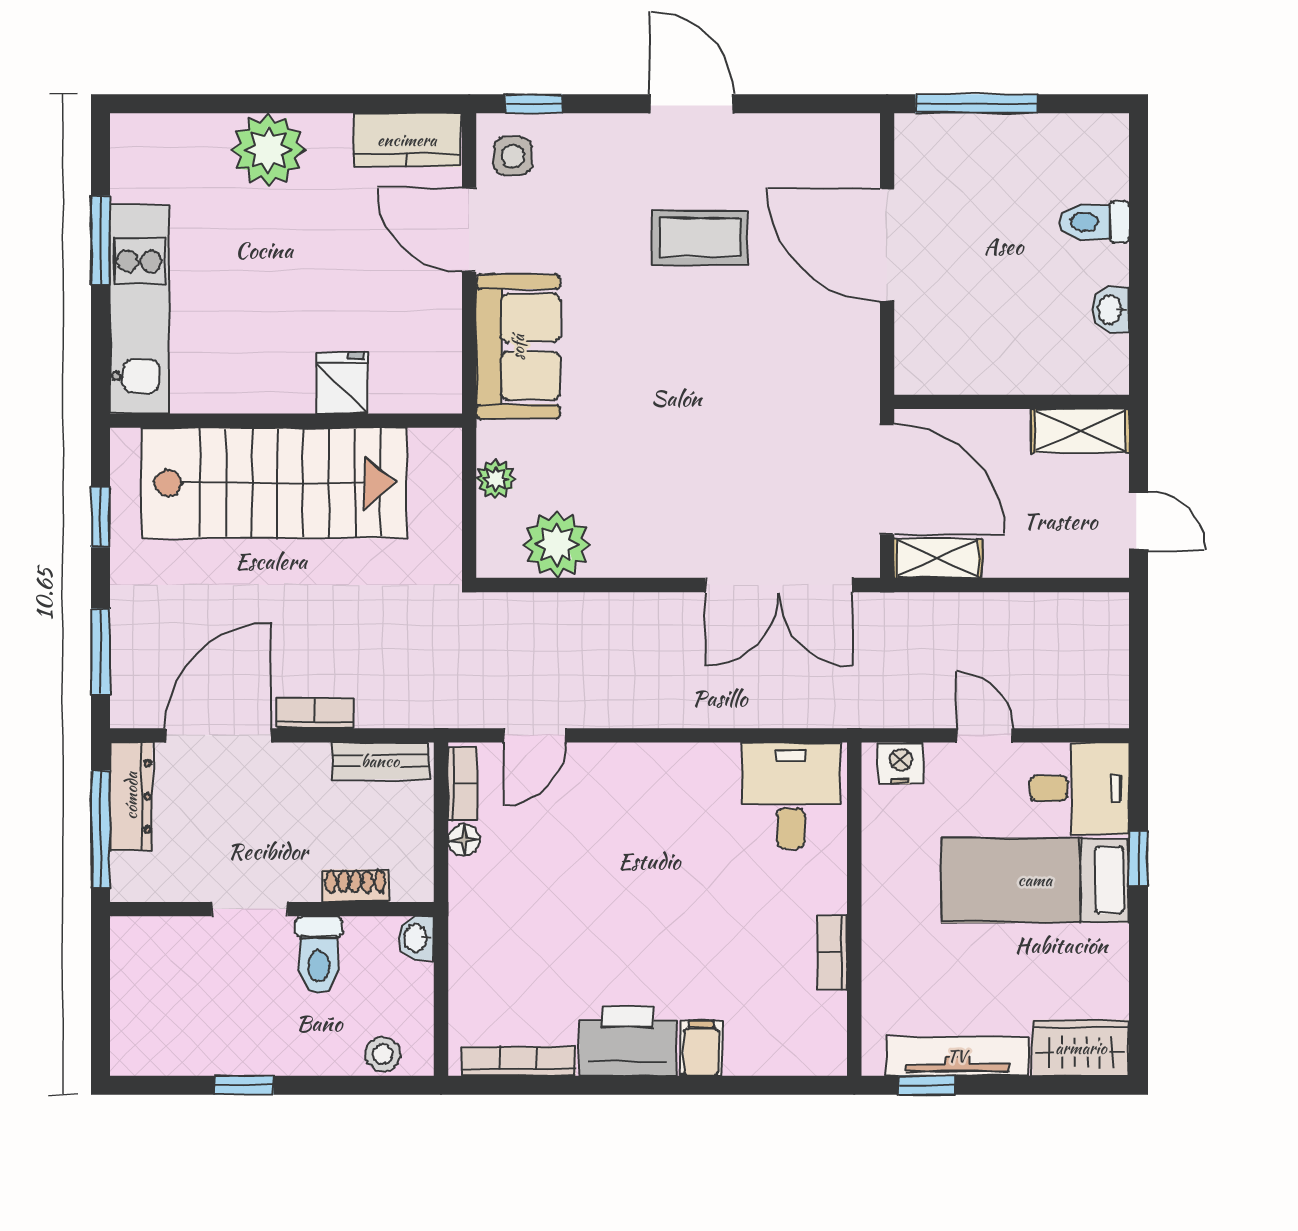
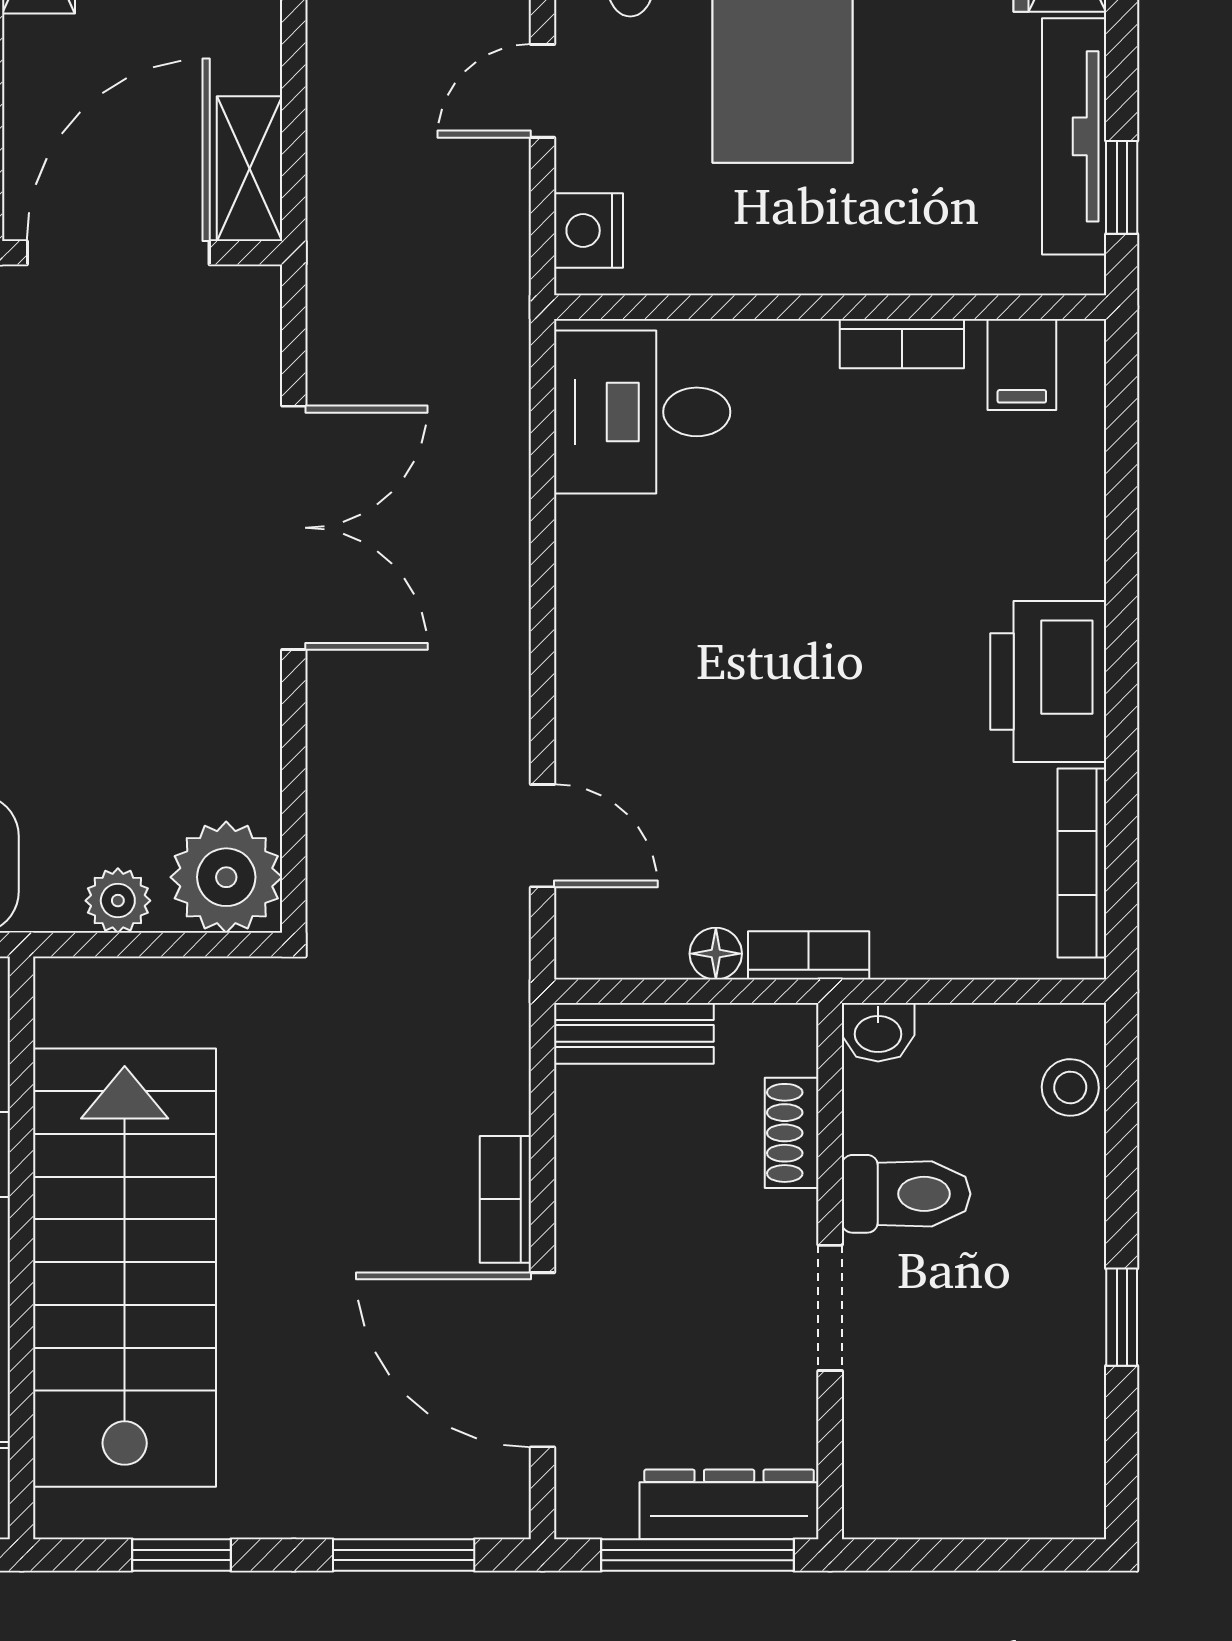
plant: (557, 544) -> (226, 877), moved
double door: (779, 585) -> (294, 528), moved
bench: (380, 761) -> (634, 1033), moved, turned 90
bookcase: (463, 784) -> (809, 955), moved
dresser: (131, 796) -> (729, 1504), moved
filing cabinet: (701, 1048) -> (1022, 364), moved, turned -90

